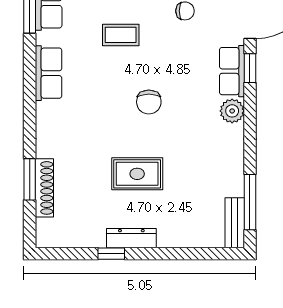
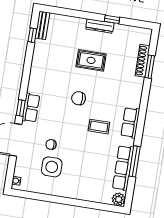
coffee table: (121, 35) -> (99, 127), moved
chair: (149, 102) -> (79, 98), turned -90
plant: (232, 111) -> (34, 86), removed
window: (250, 202) -> (32, 35), width x0.46

